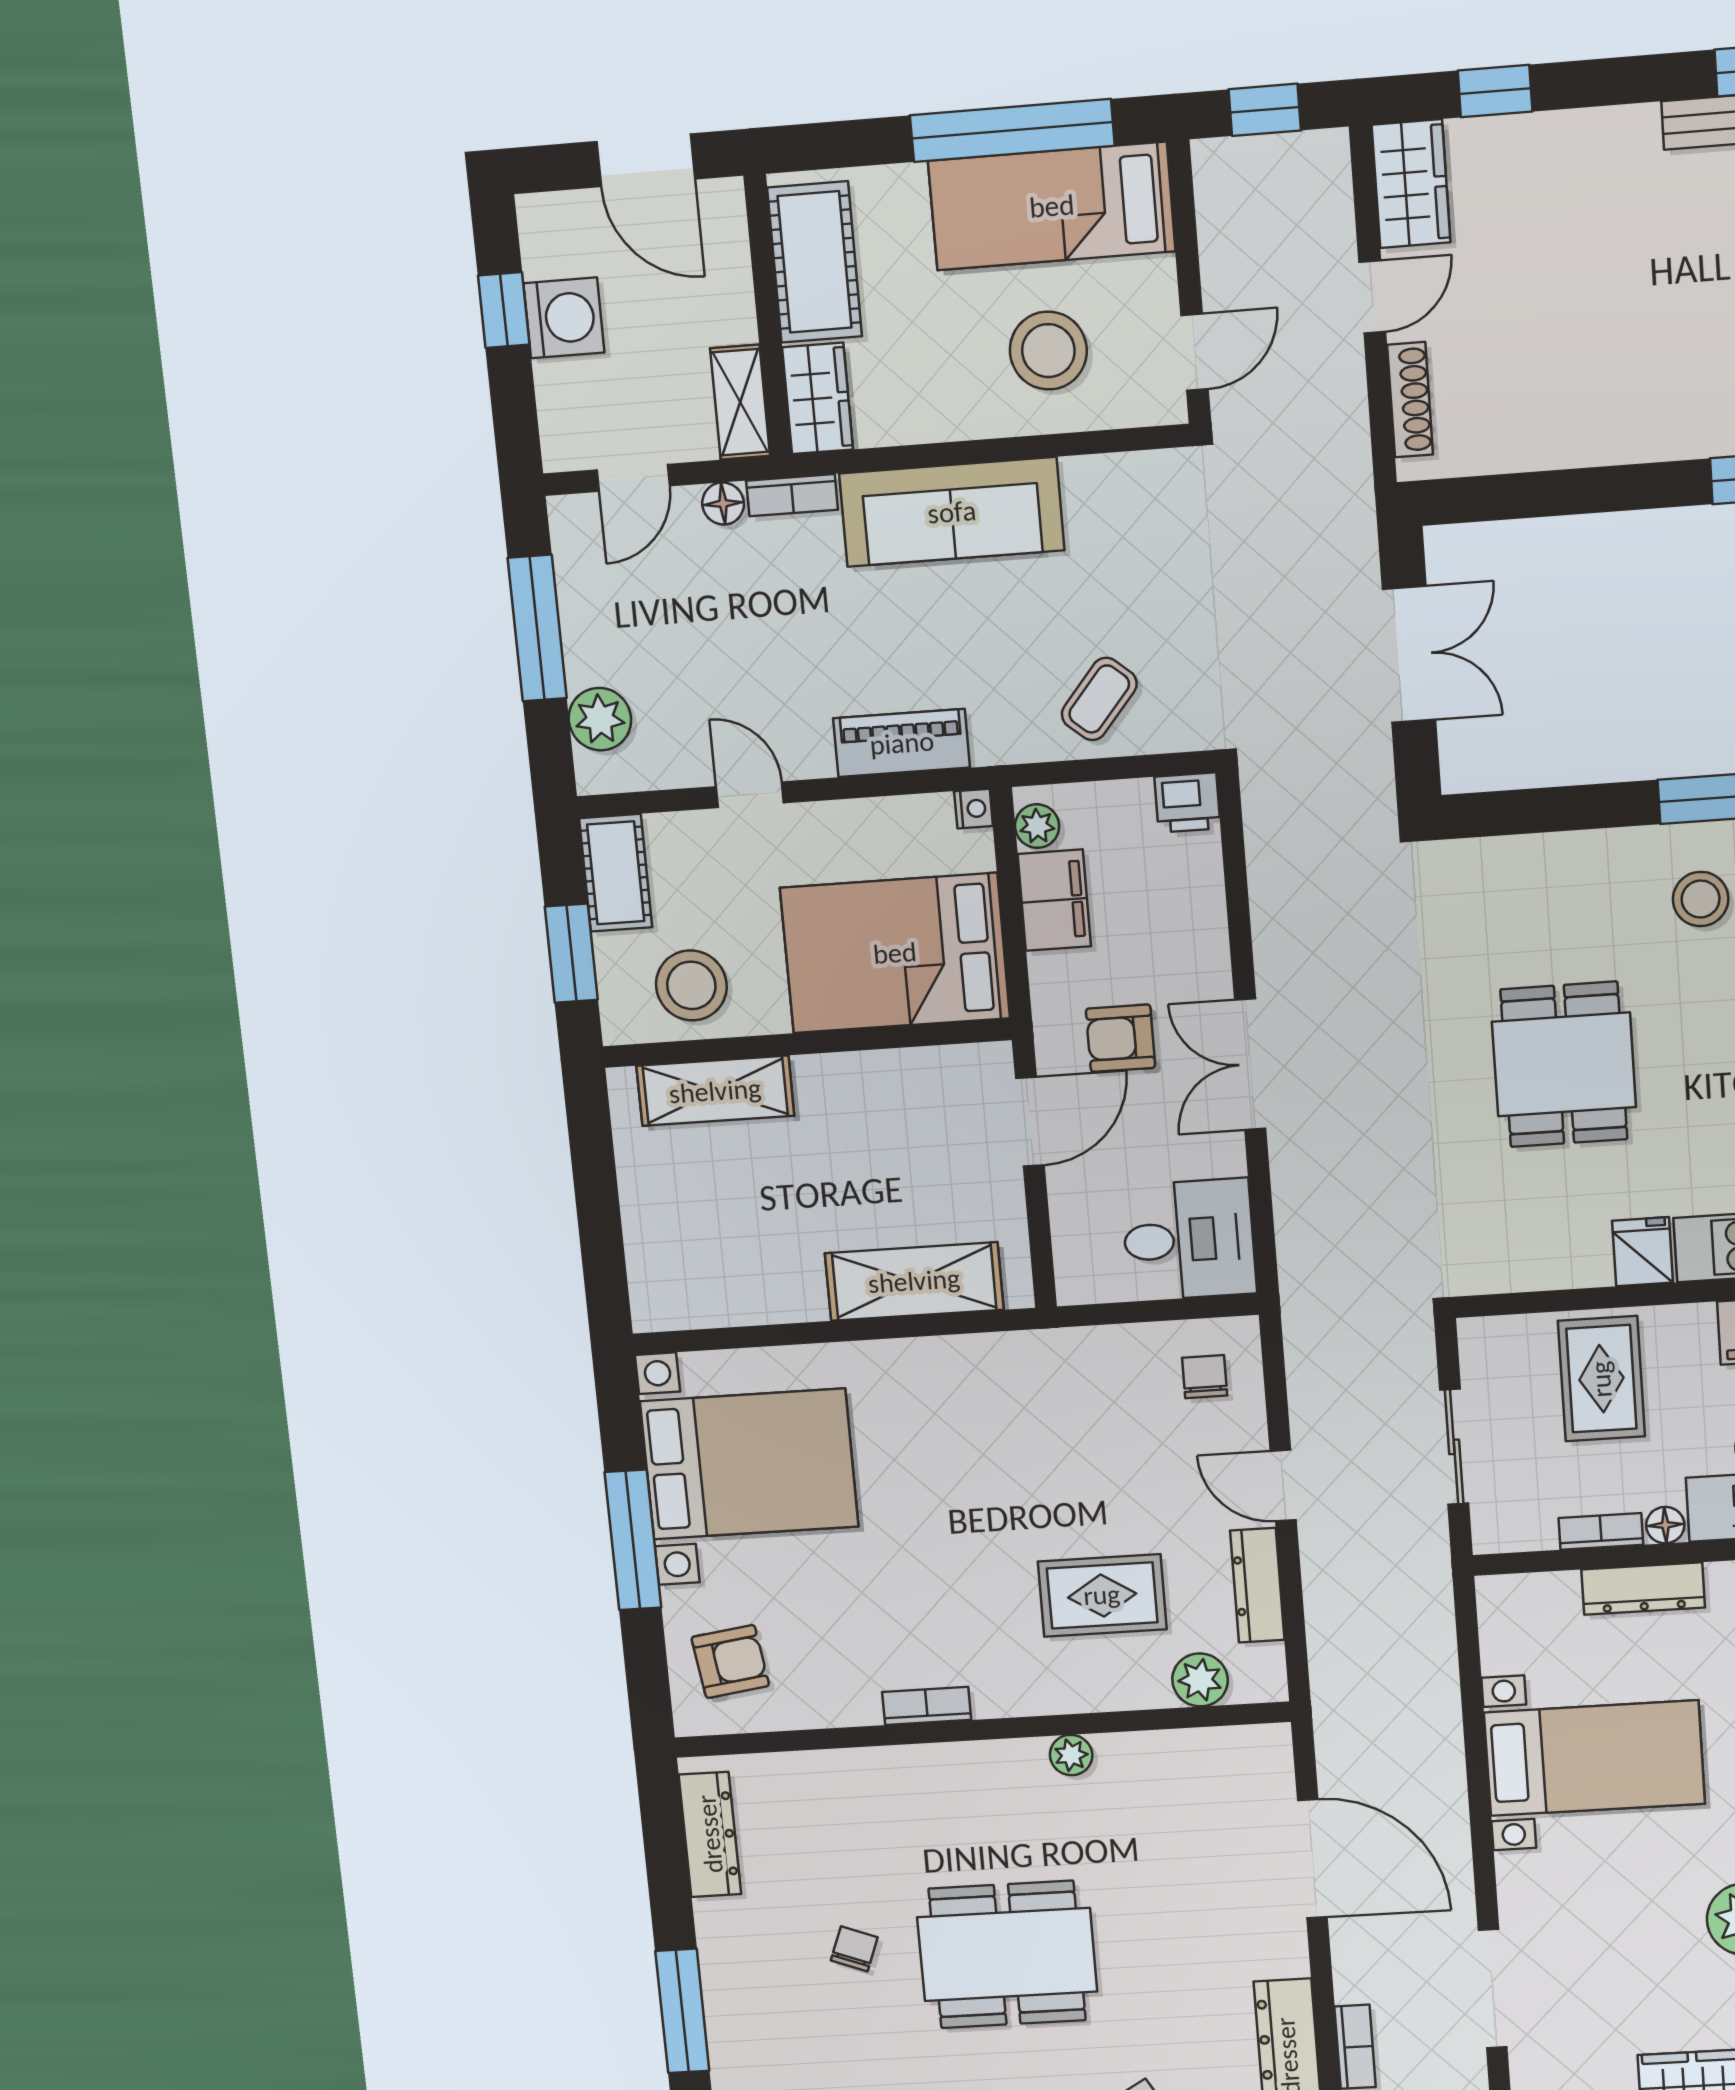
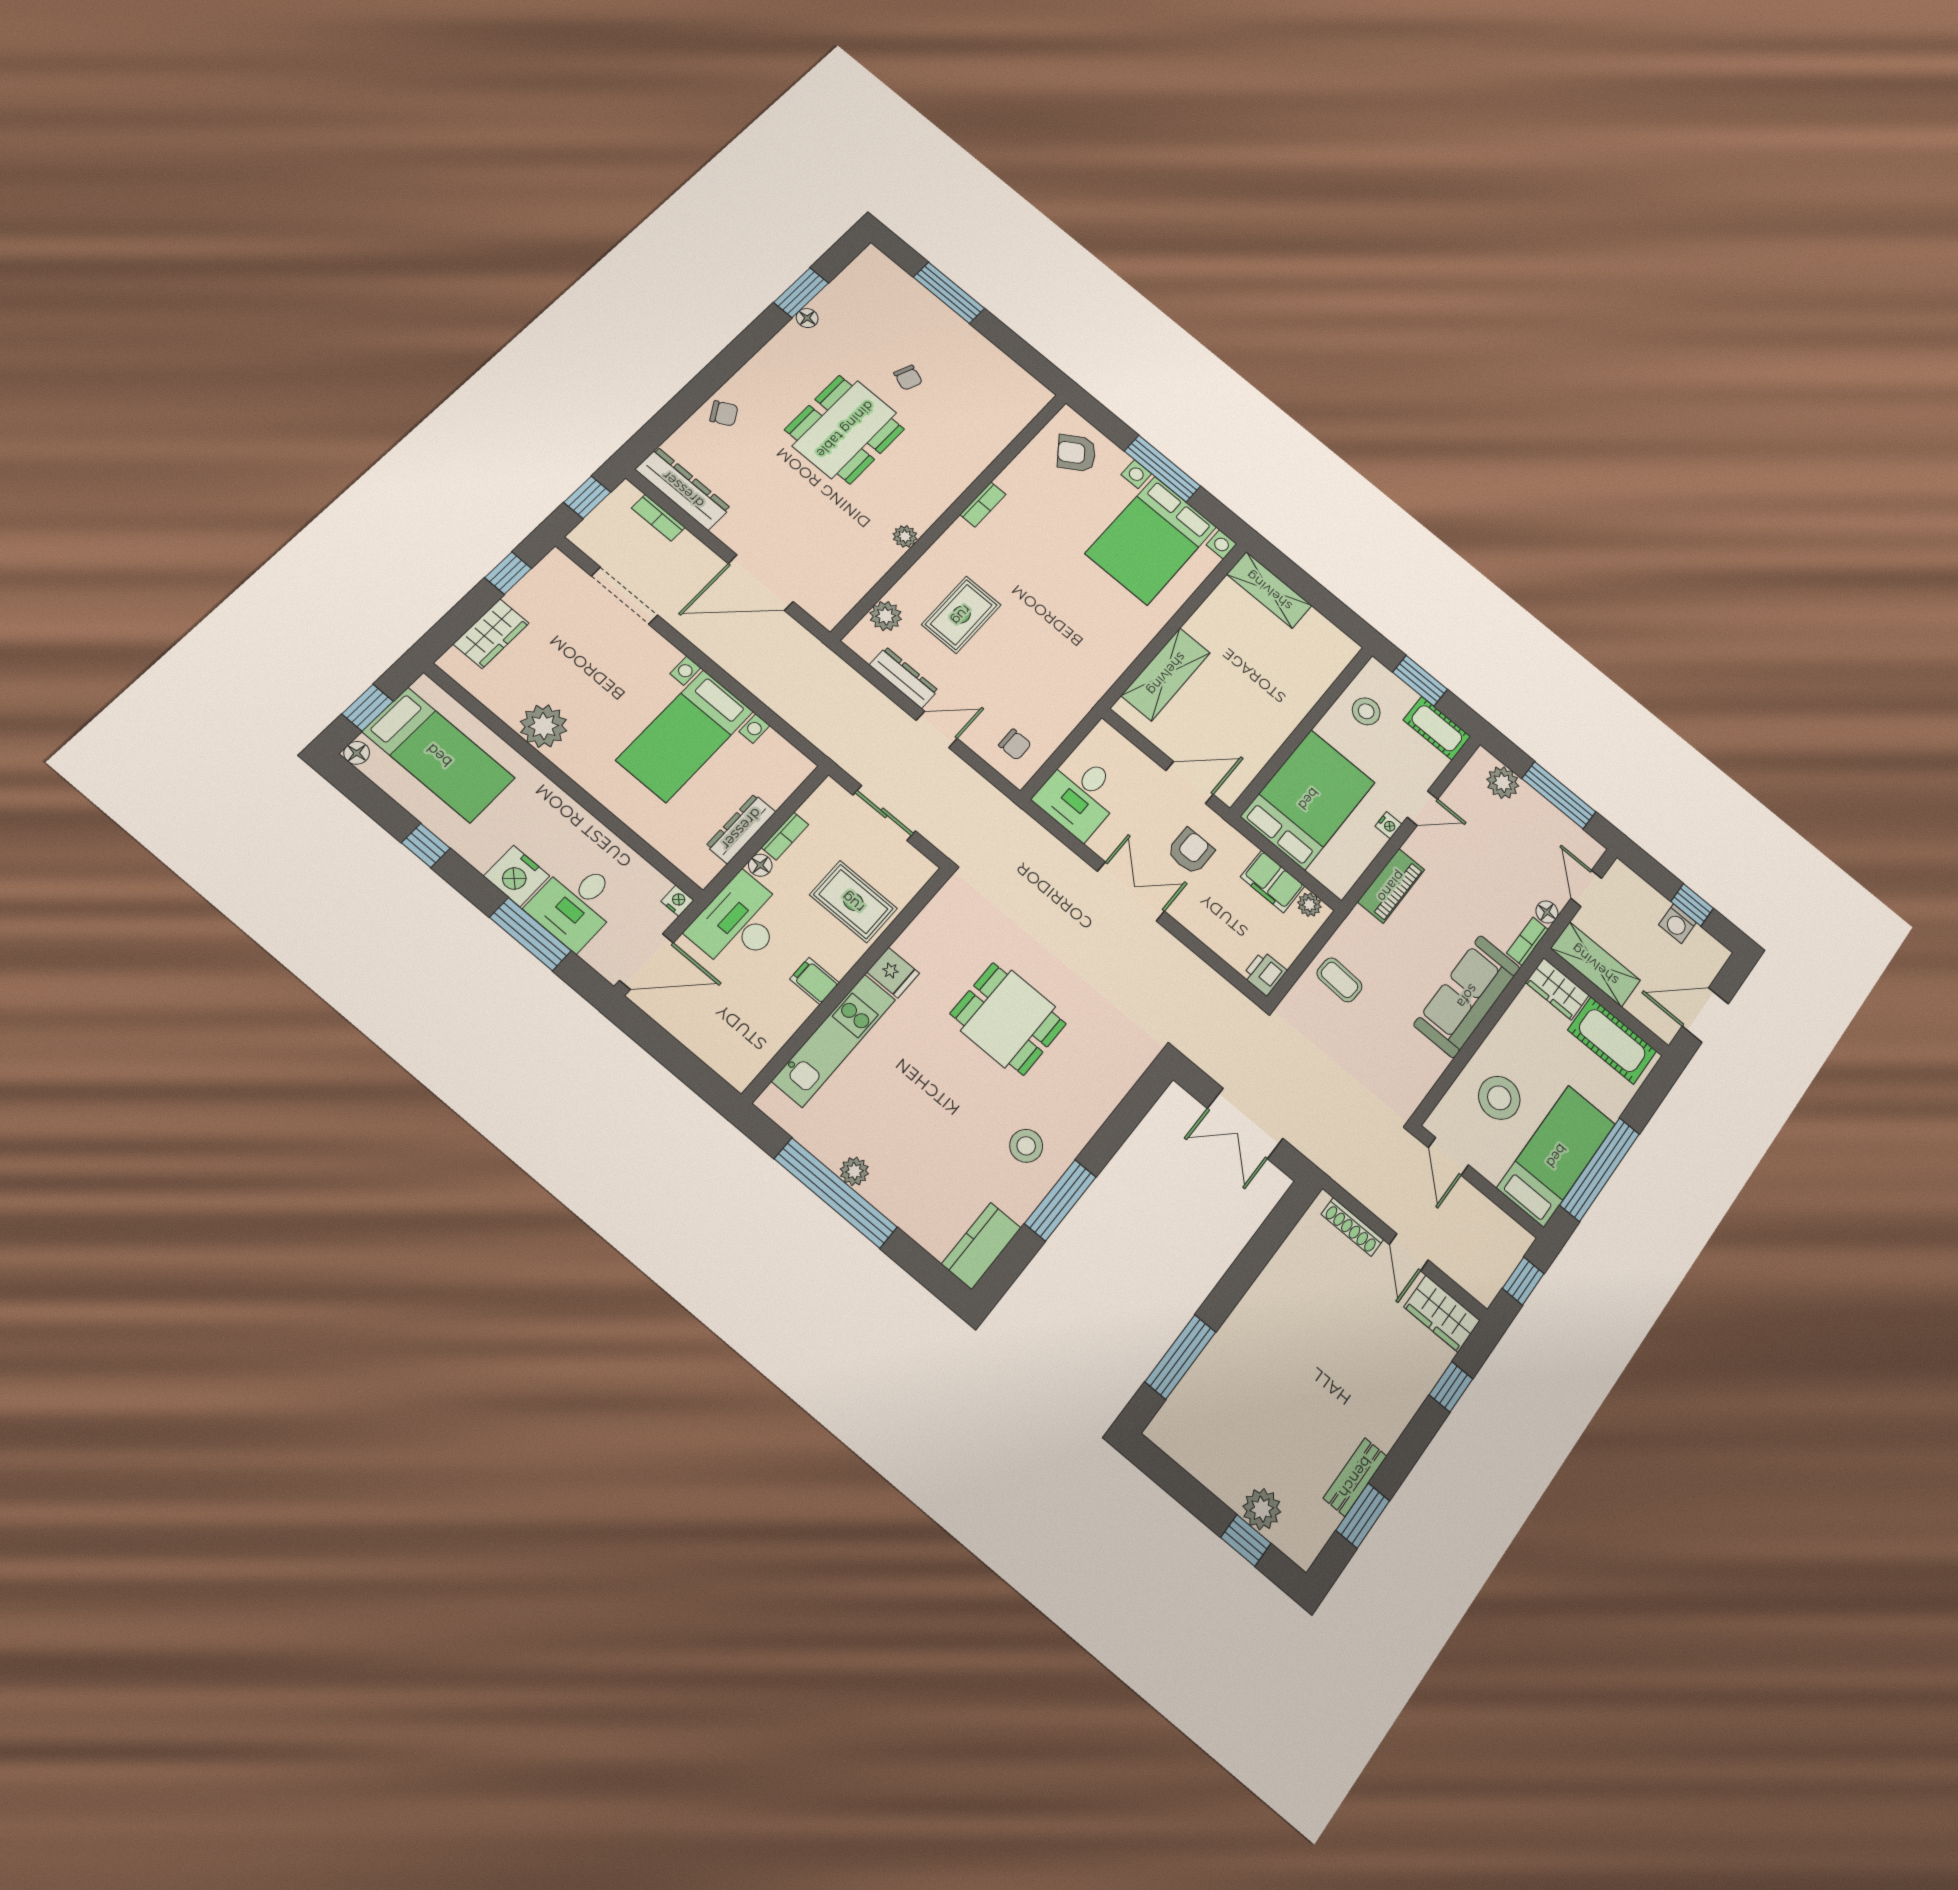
washing machine: (564, 318) -> (1677, 924), width x0.73, depth x0.73
shelving: (740, 402) -> (1595, 964), width x1.50, depth x1.33
coffee table: (1099, 699) -> (1339, 980), turned -37
nightstand: (974, 809) -> (1388, 825), moved, turned -90
stool: (691, 985) -> (1366, 711), width x0.73, depth x0.73
shelving: (715, 1091) -> (1269, 590), moved, turned 90
door: (1030, 1122) -> (1189, 783), swing flipped
armchair: (730, 1661) -> (1076, 453), turned 63
dresser: (710, 1834) -> (1012, 375), removed

